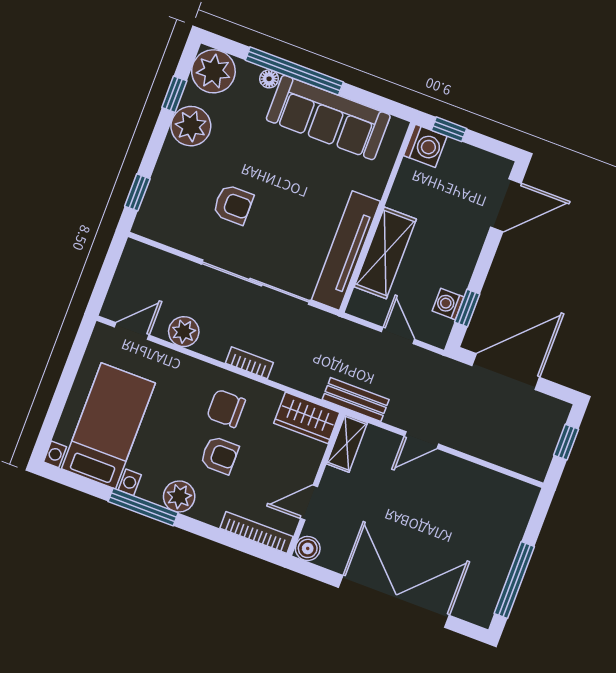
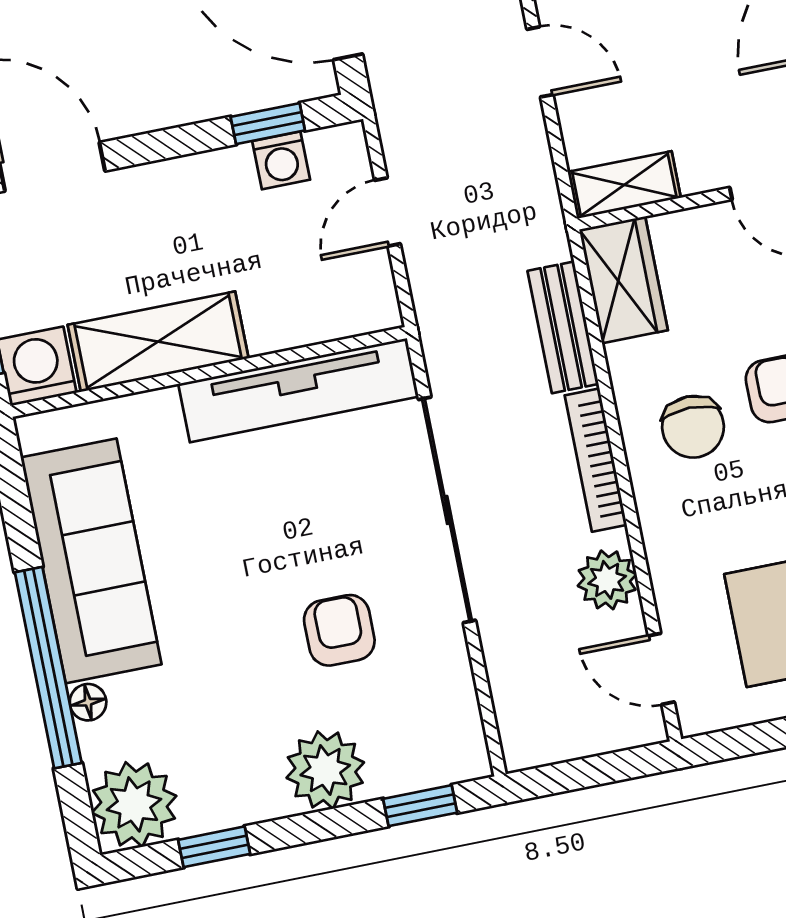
plant: (191, 126) -> (325, 770), moved
shelving: (385, 253) -> (158, 342), moved
bookcase: (249, 363) -> (596, 460), width x1.56
bench: (356, 399) -> (563, 327), moved

